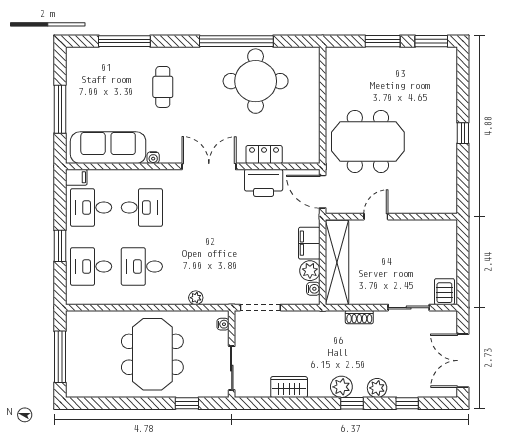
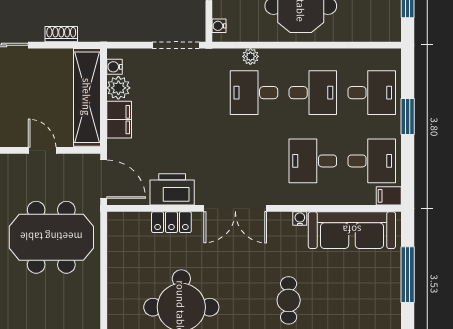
door: (376, 217) -> (42, 150), swing flipped
desk: (193, 266) -> (254, 93), added

